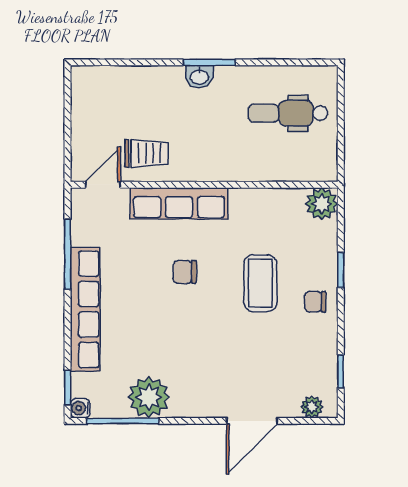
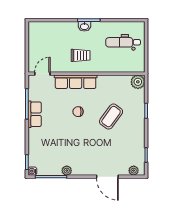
trolley: (147, 153) -> (81, 55), moved
coffee table: (260, 283) -> (111, 117), turned 36
chair: (315, 302) -> (135, 125), removed
row of seats: (85, 309) -> (35, 114), width x0.50
plant: (149, 397) -> (67, 171), width x0.53, depth x0.53
door: (252, 421) -> (107, 177), hinge flipped

